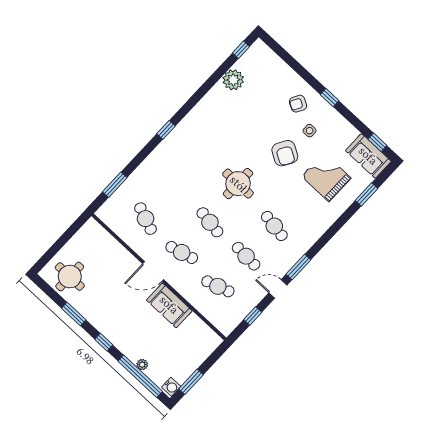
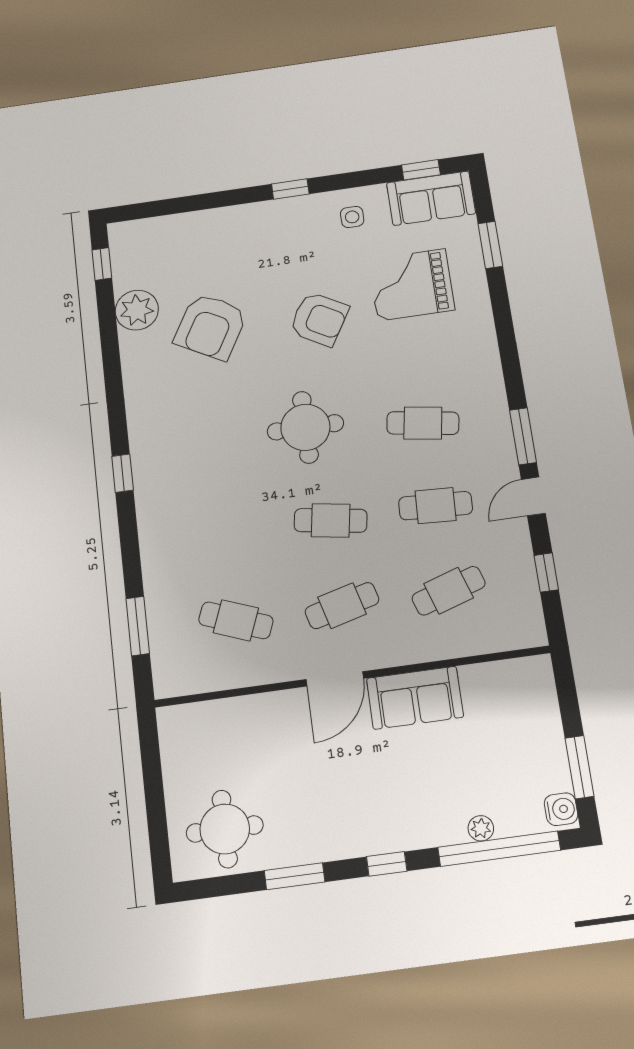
armchair: (298, 104) -> (211, 327), moved, width x1.88, depth x1.88
side table: (310, 131) -> (352, 217), moved

